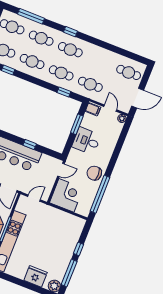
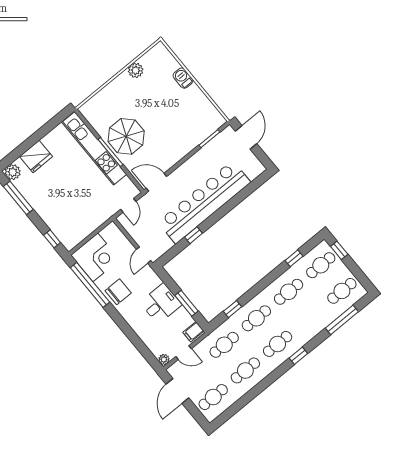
cafe table: (41, 38) -> (245, 370), moved
corner desk: (66, 195) -> (95, 257), moved, turned -90
window: (79, 249) -> (52, 239), moved

